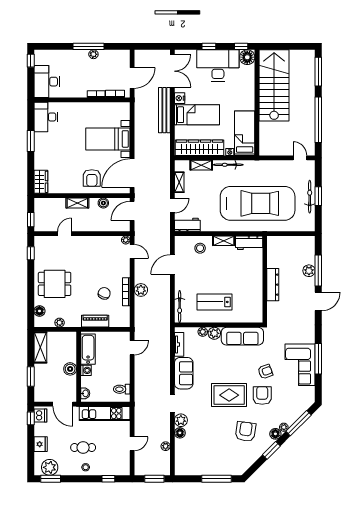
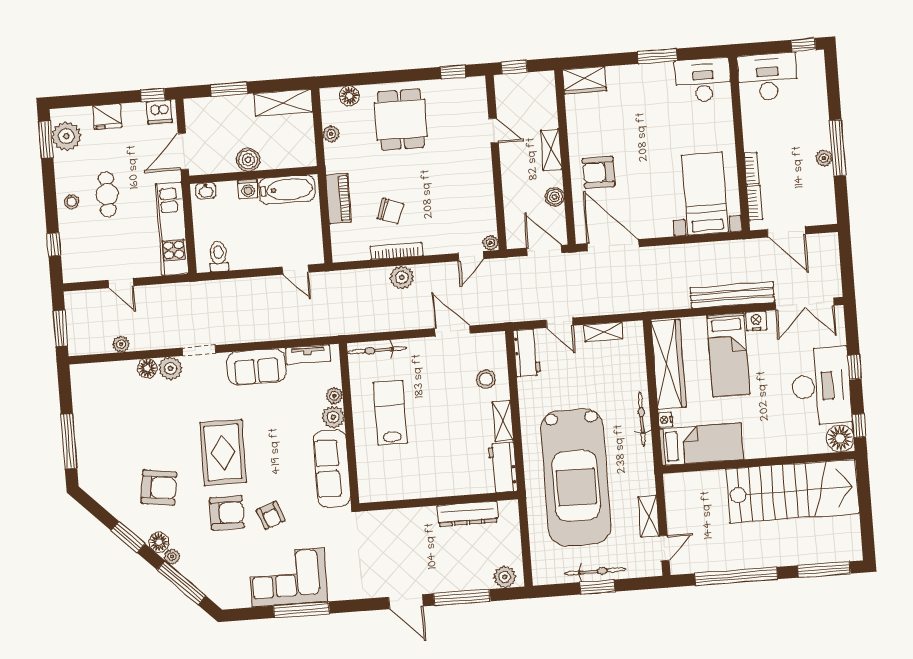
bed with nightstands: (108, 139) -> (705, 194), moved
shelving: (201, 165) -> (649, 516), moved
plant: (309, 271) -> (505, 577), moved
dresser: (273, 285) -> (467, 514), moved

